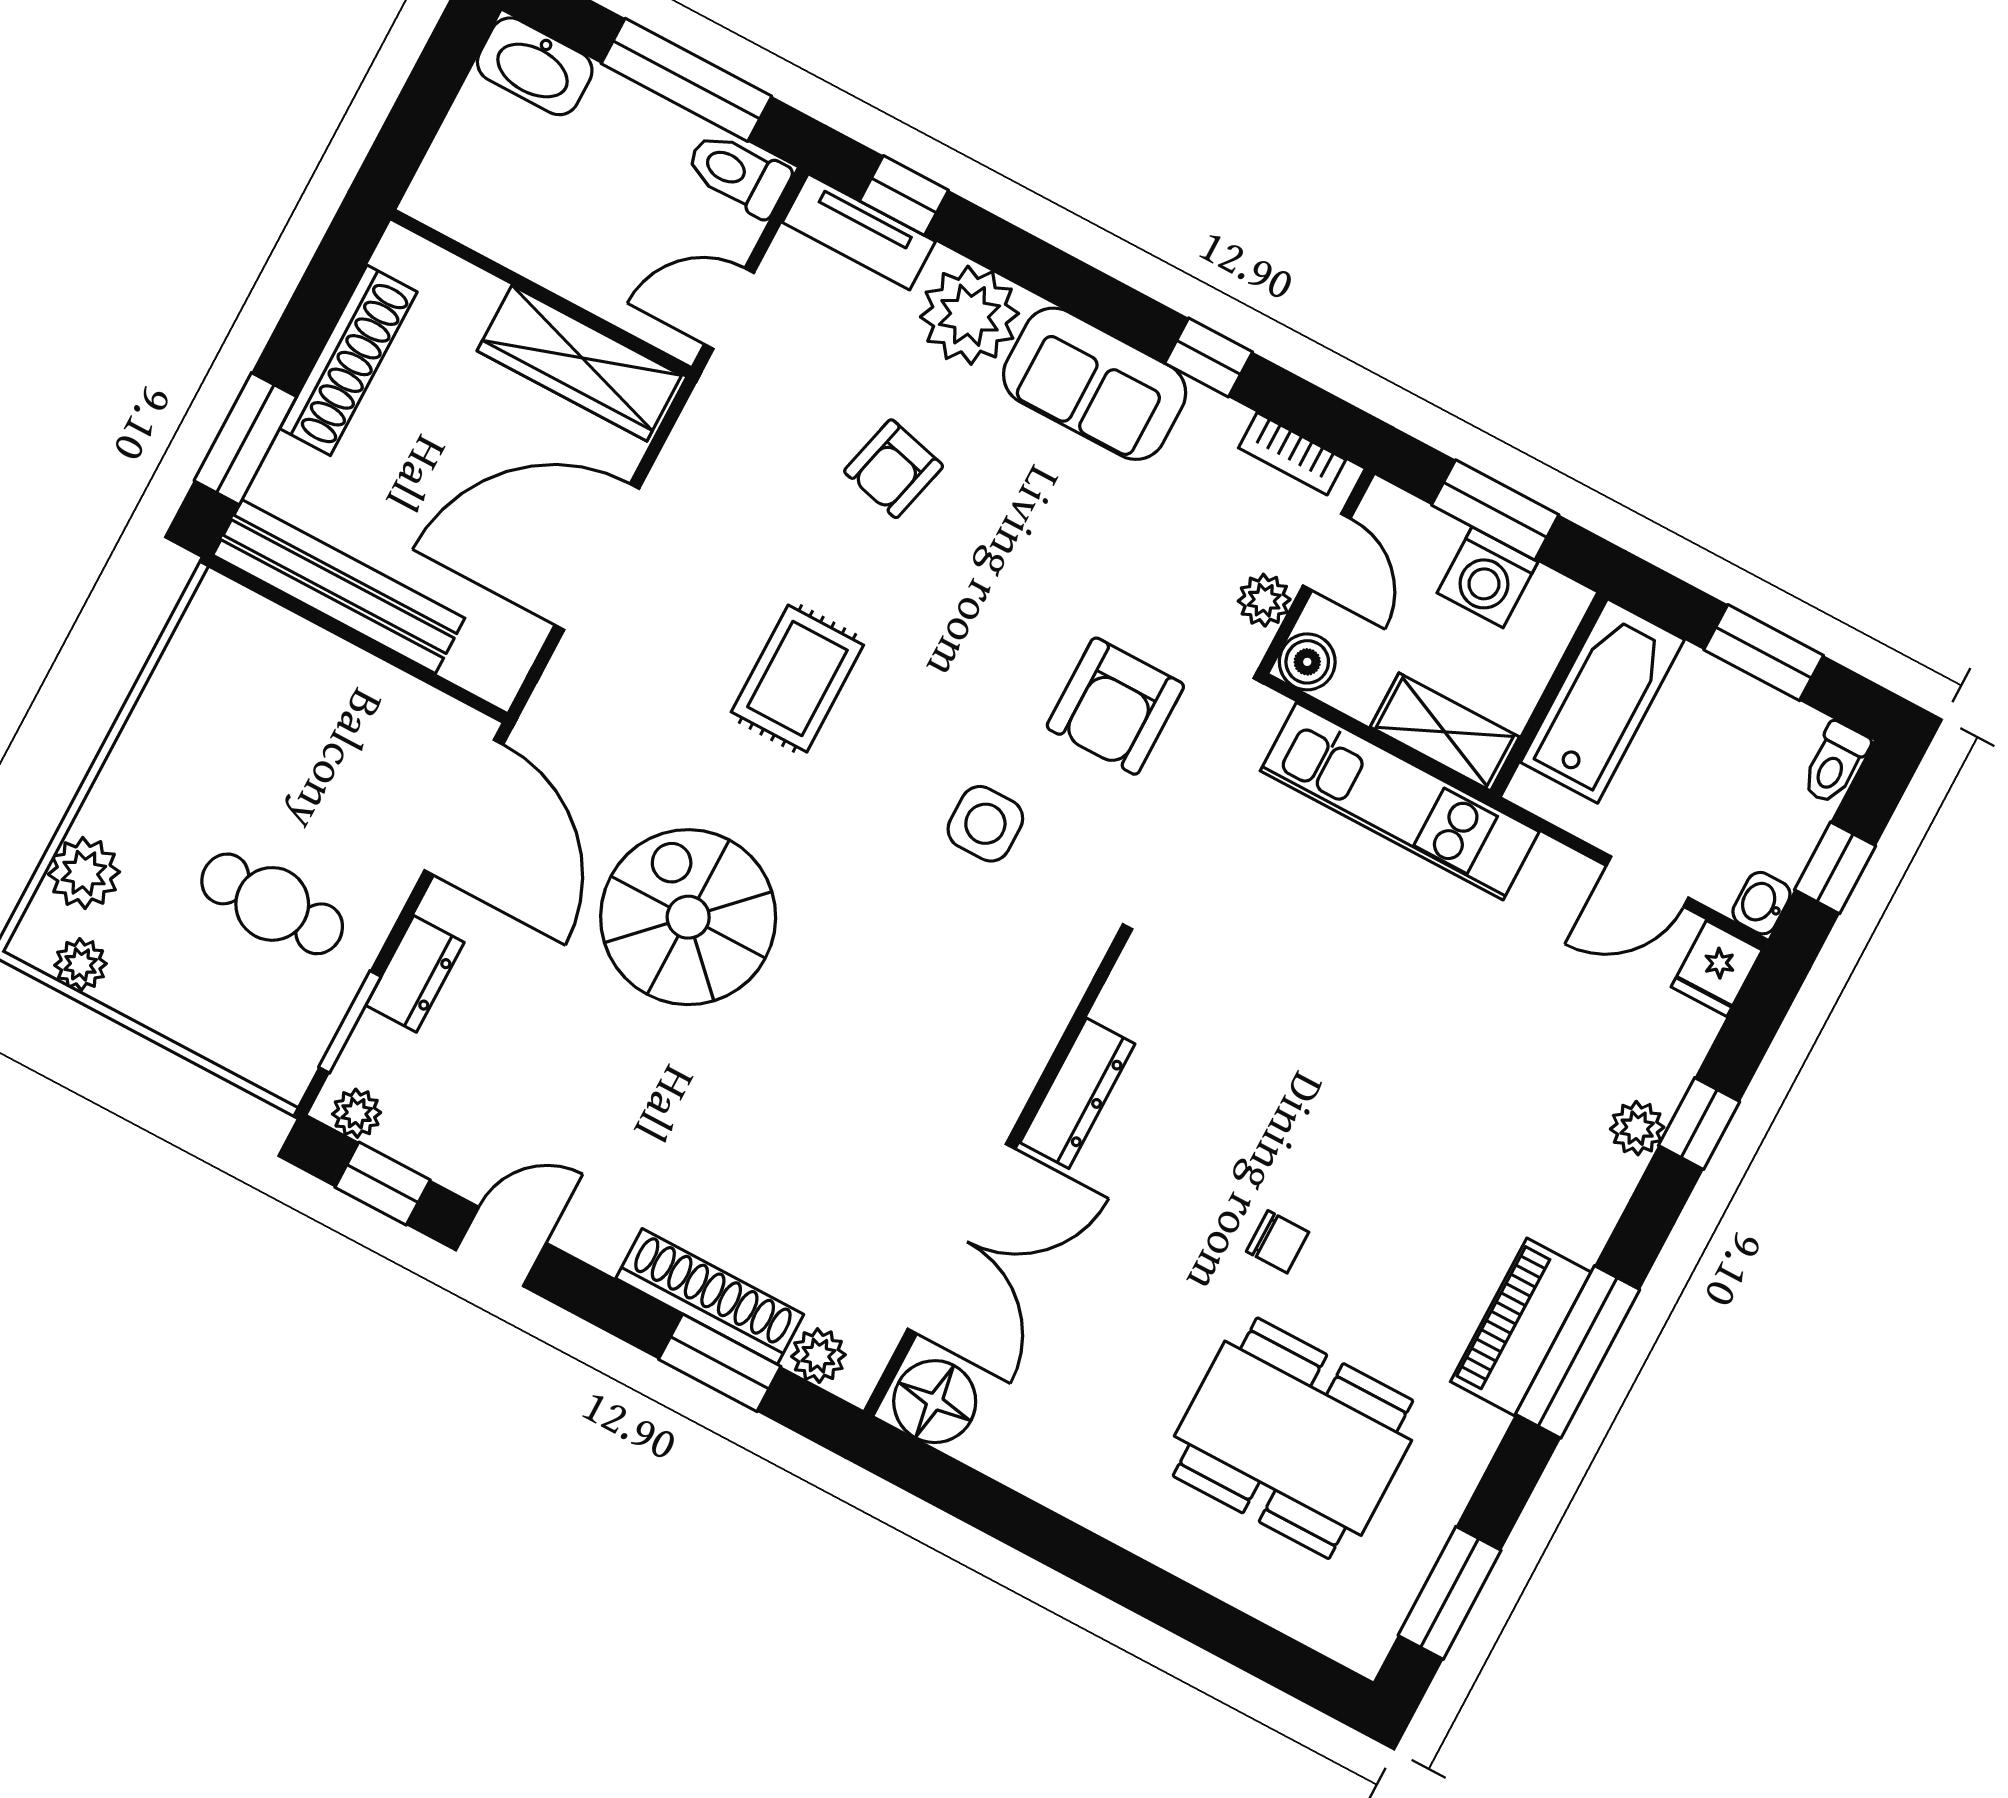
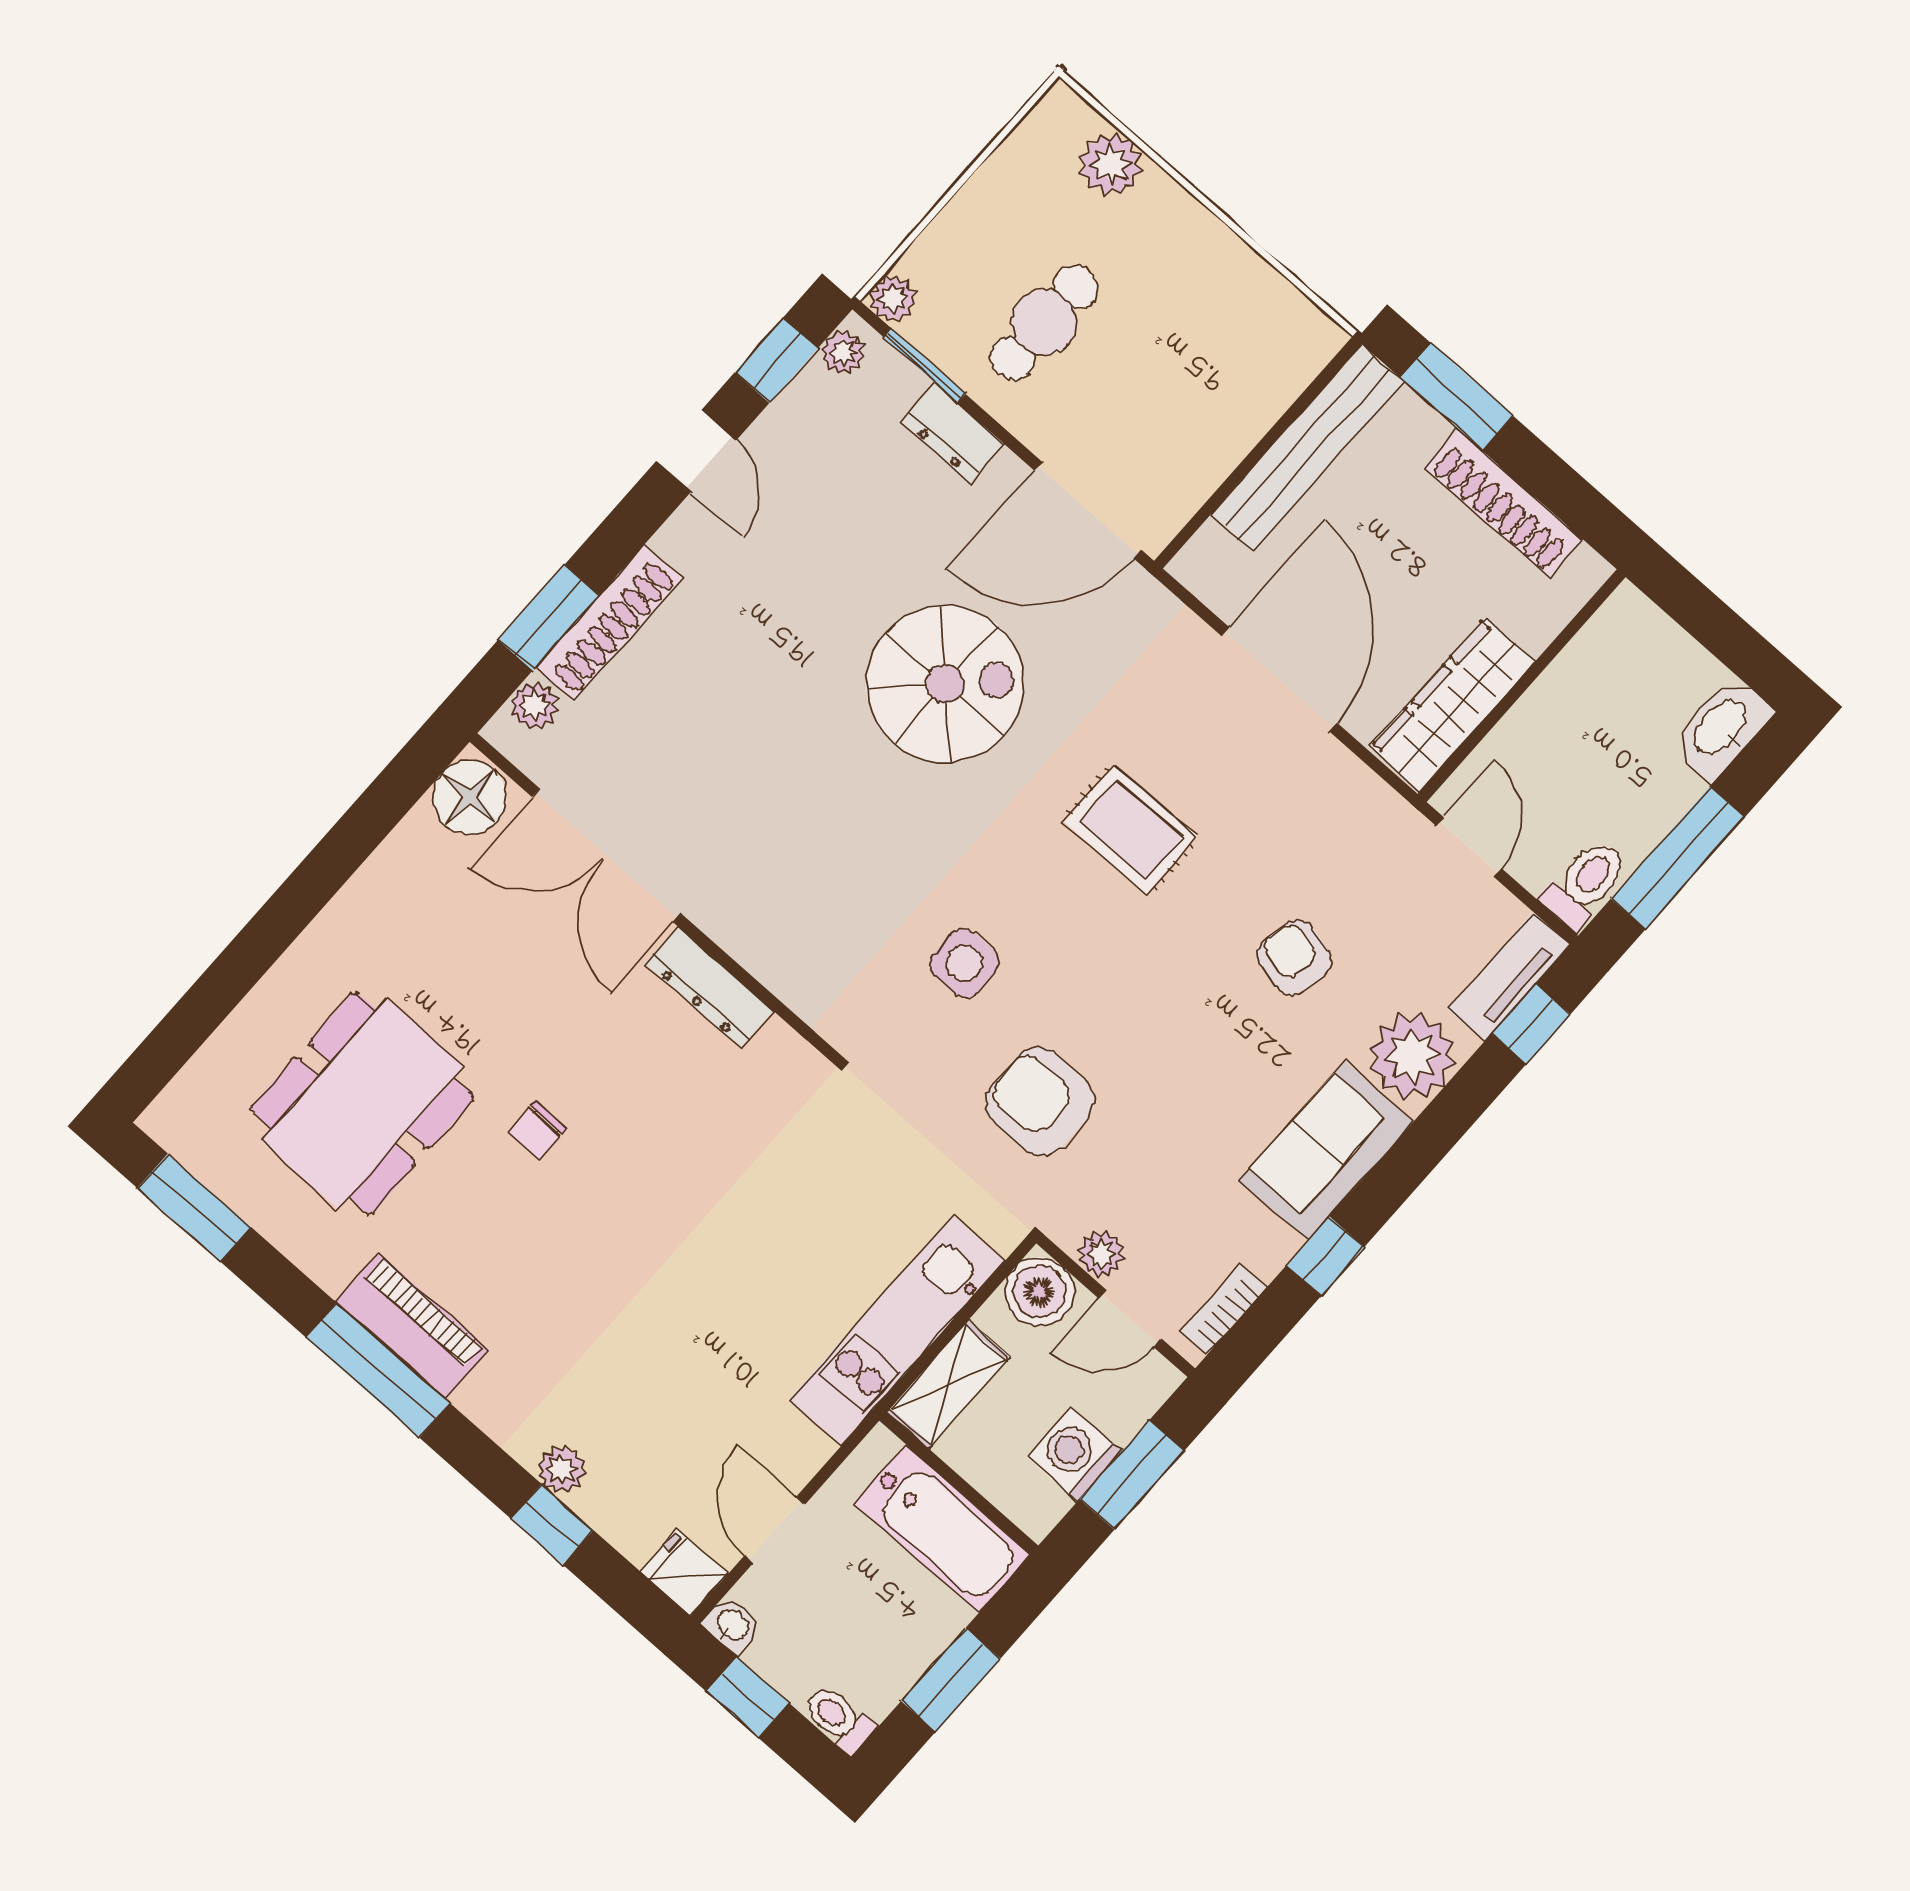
boiler: (1307, 662) -> (1039, 1292), width x1.36, depth x1.36
plant: (81, 964) -> (893, 299), moved

